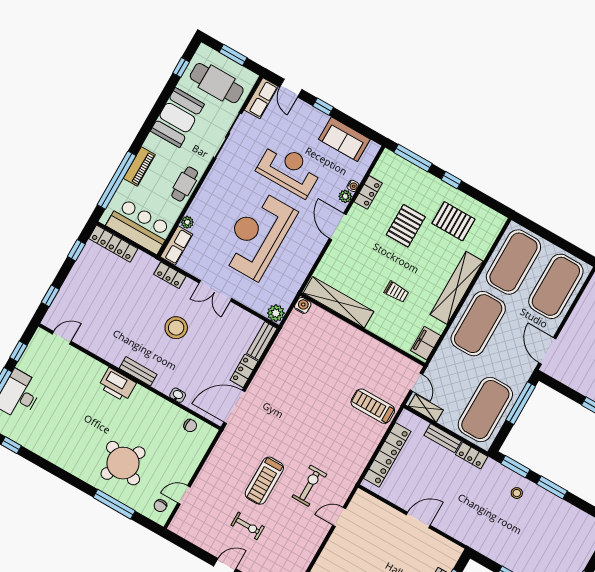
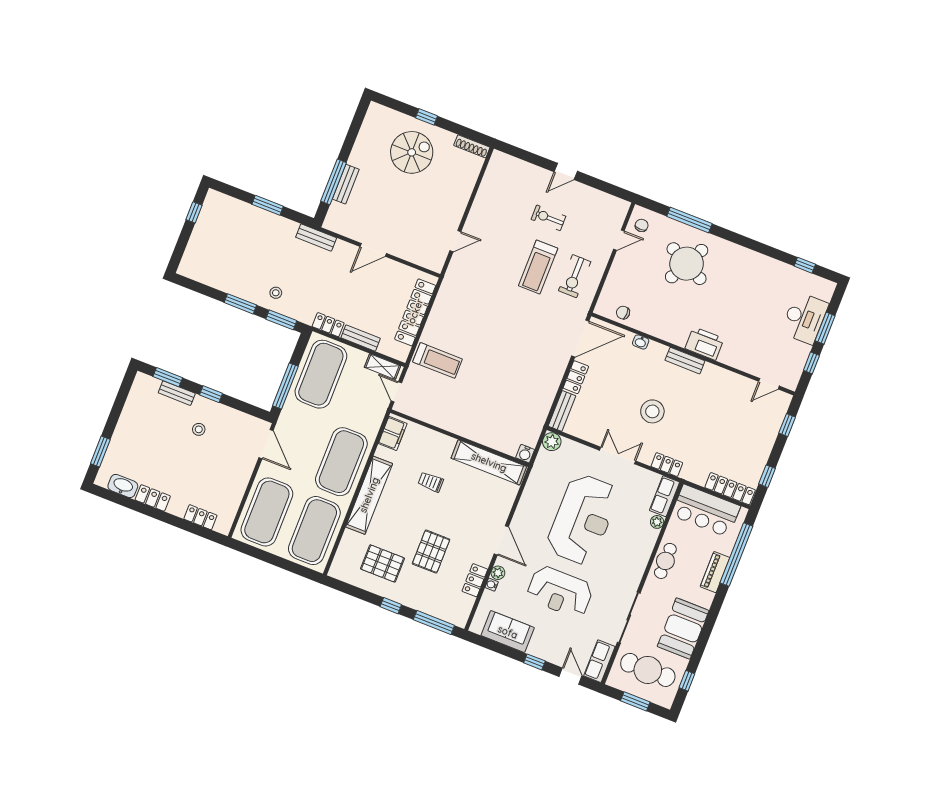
treadmill: (264, 481) -> (538, 267), turned 180
exercise bike: (309, 486) -> (575, 276), moved
bench: (471, 540) -> (316, 238), added

